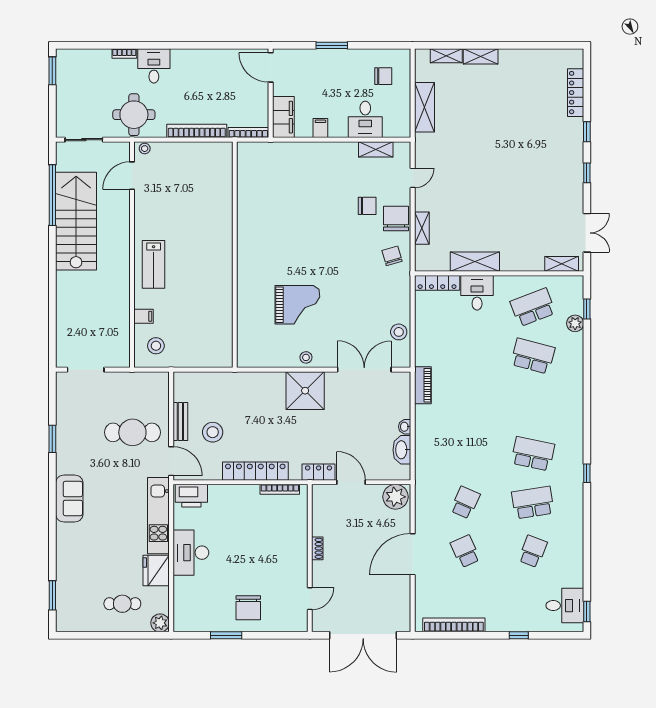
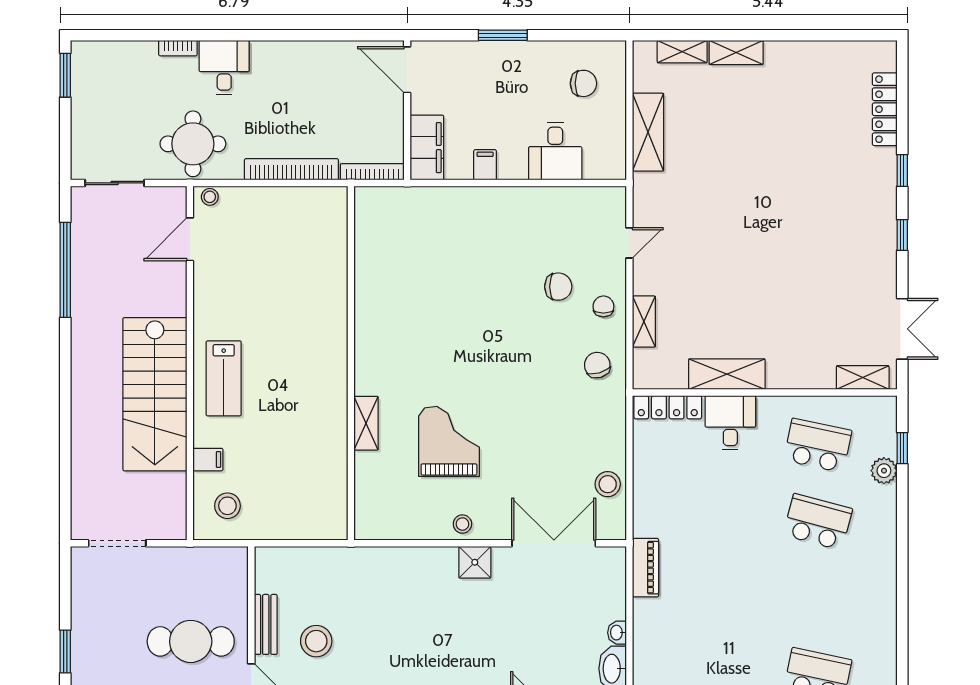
shelving: (376, 149) -> (366, 423), moved, turned 90
chair: (396, 218) -> (603, 306), width x0.54, depth x0.54
stairs: (76, 221) -> (155, 394), moved, turned 180
grand piano: (297, 305) -> (449, 441), turned -90
school desk: (533, 307) -> (818, 445), turned 33
shower: (305, 391) -> (475, 562), width x0.54, depth x0.54

